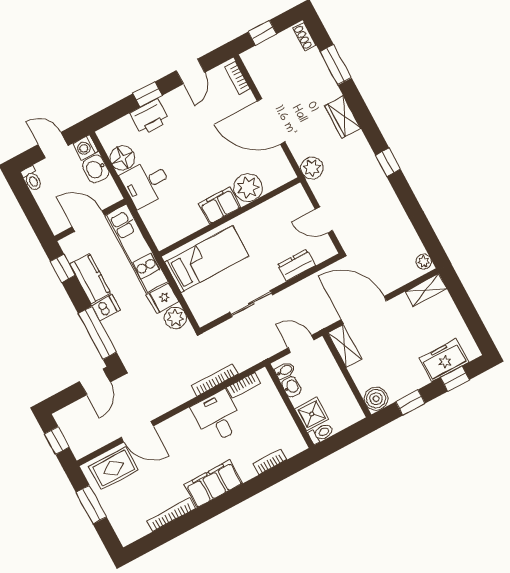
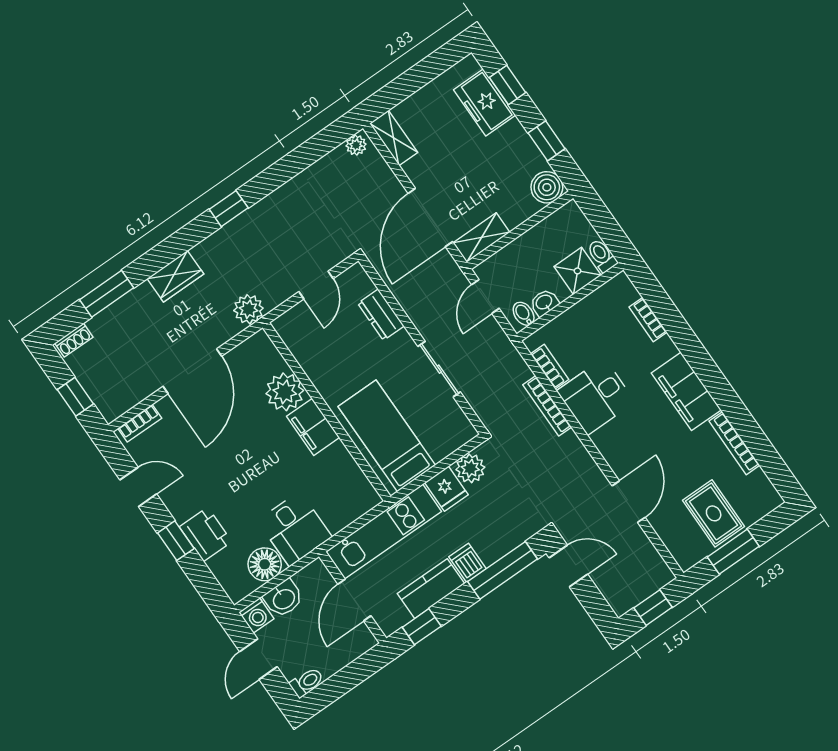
rug: (113, 468) -> (714, 513), moved

